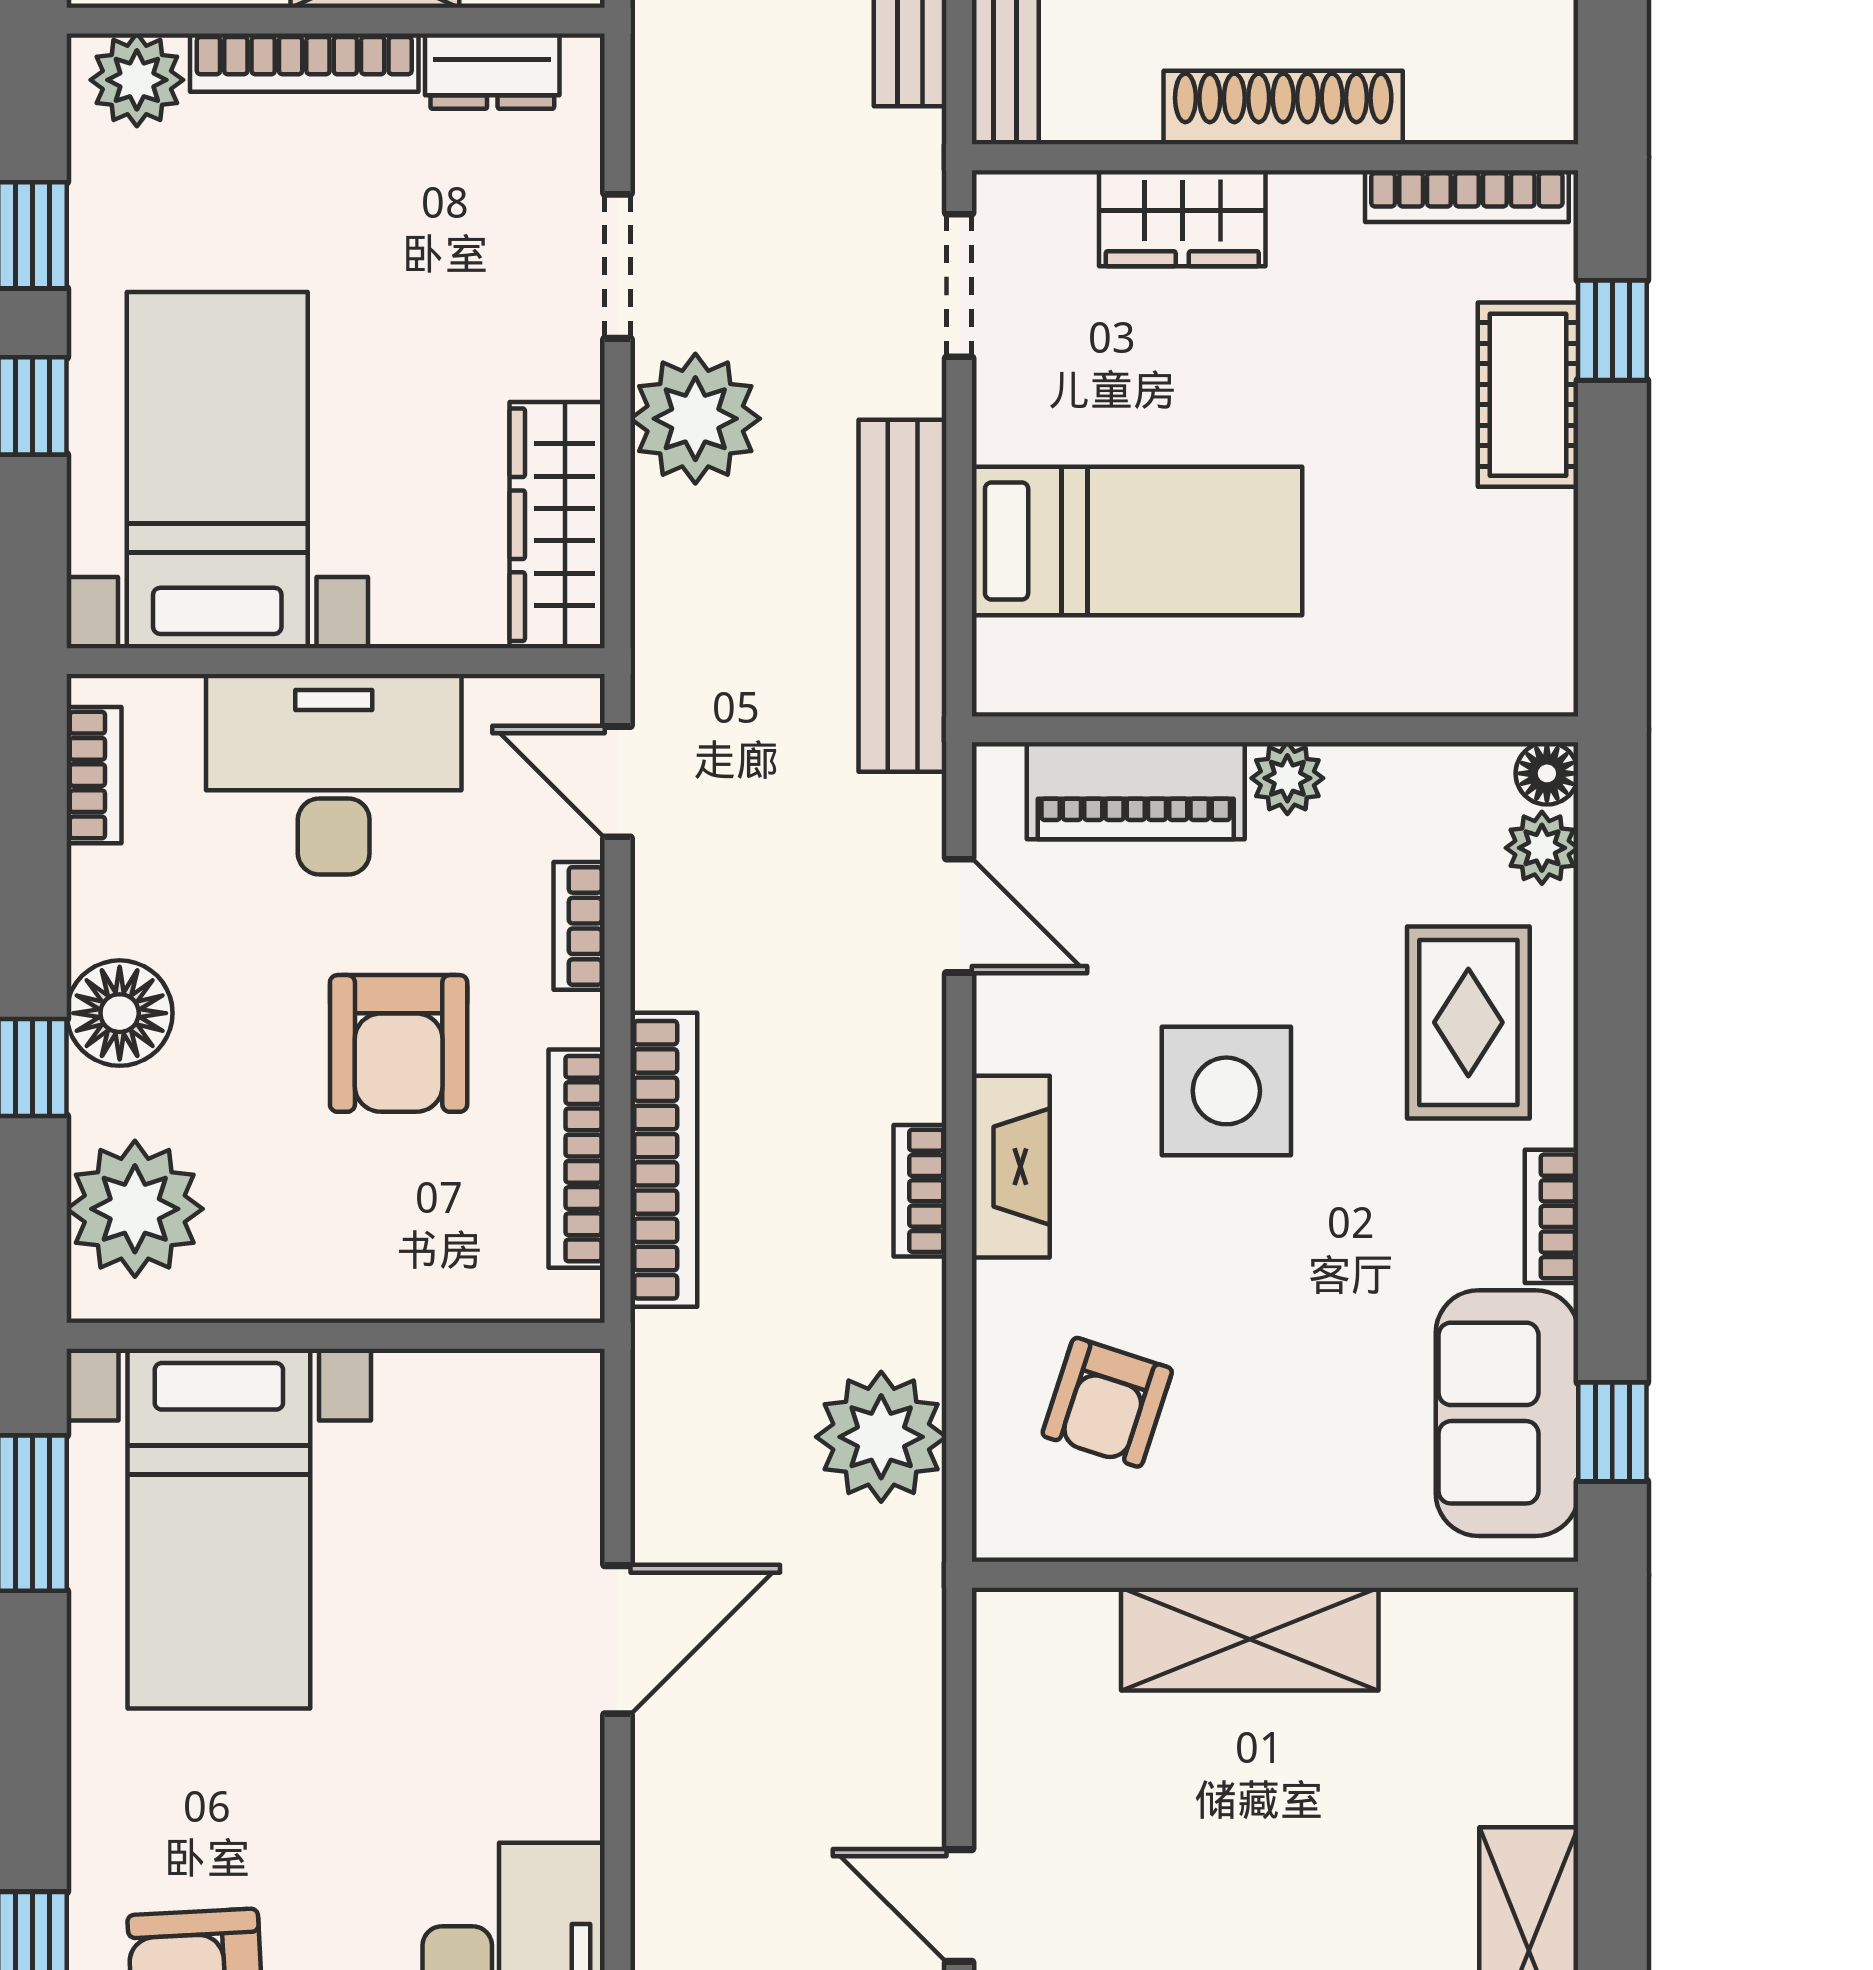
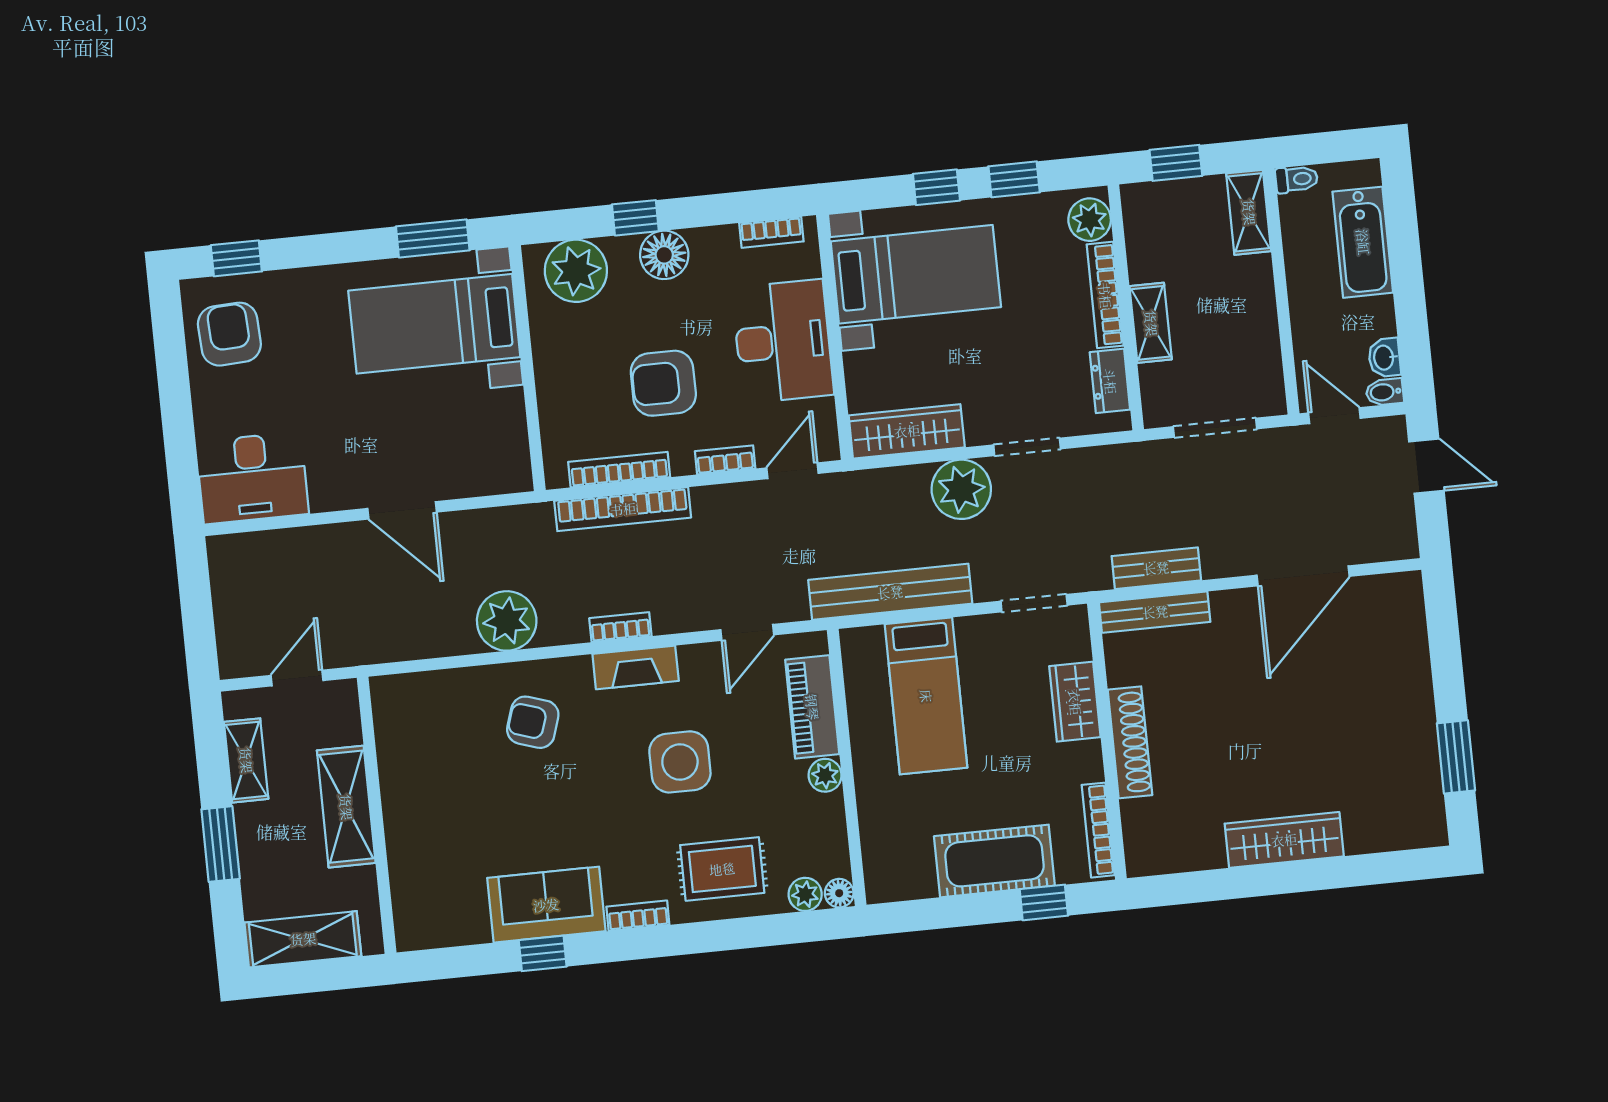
cot: (1528, 395) -> (994, 861), width x1.37, depth x1.34
wall: (1275, 1575) -> (377, 815), moved
shelving: (1250, 1639) -> (346, 807), moved

